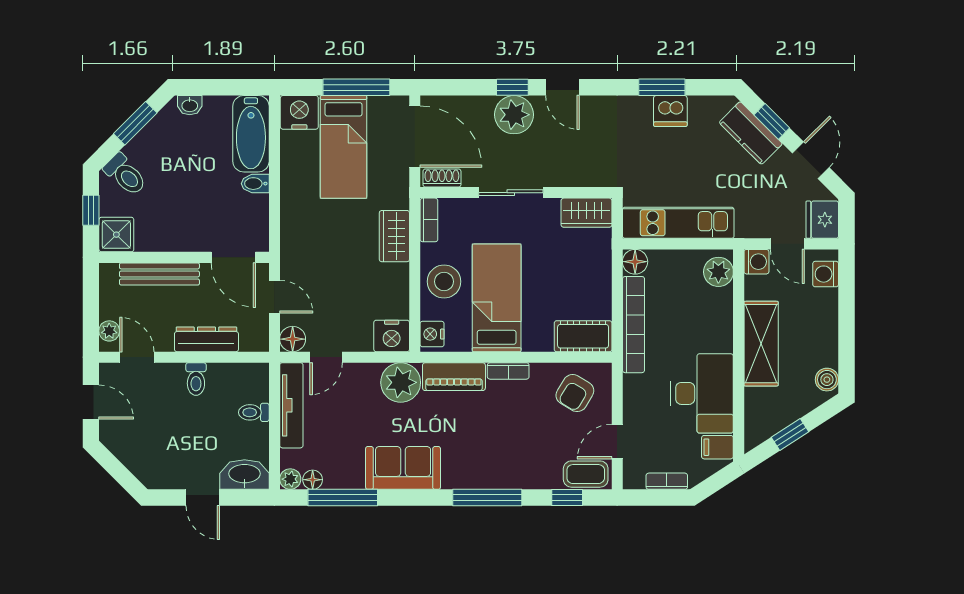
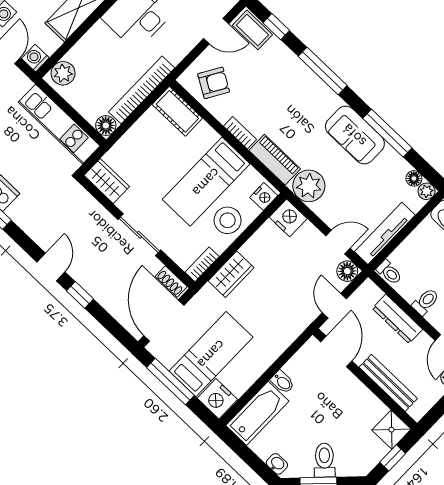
plant: (514, 115) -> (94, 278), removed
toilet: (125, 175) -> (324, 460), moved
toilet: (254, 412) -> (389, 272), moved
window: (343, 498) -> (387, 133), moved

